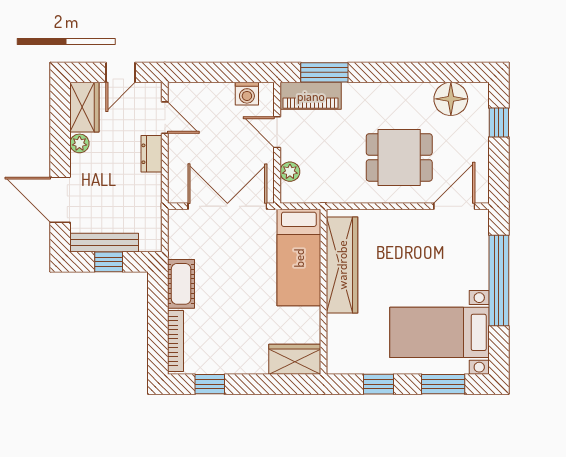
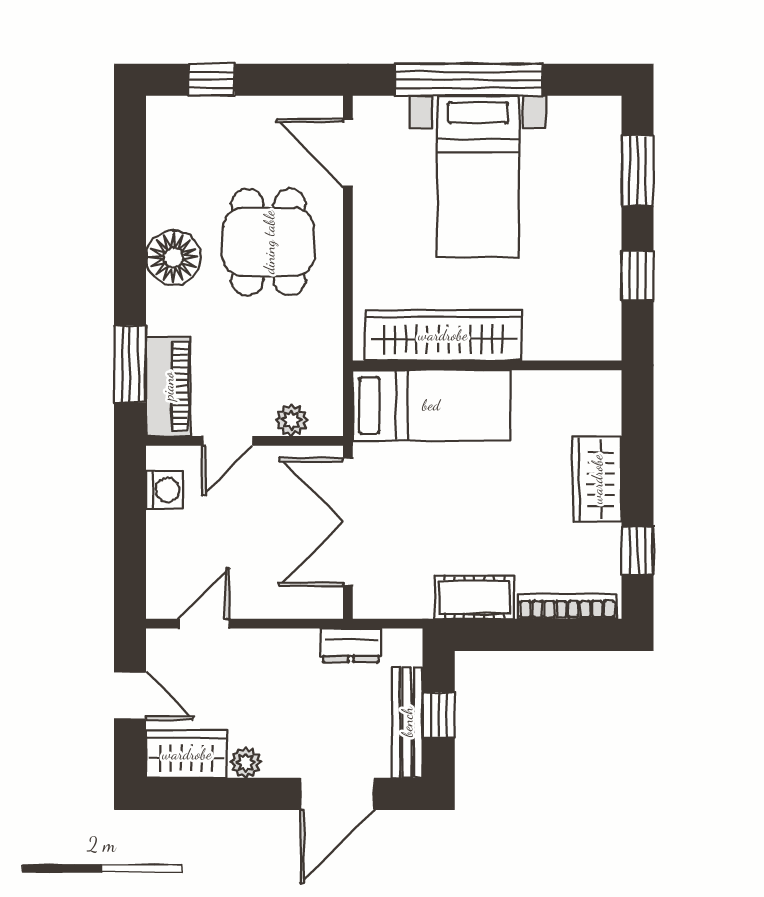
floor lamp: (451, 99) -> (173, 258), moved
dresser: (151, 154) -> (351, 645), moved
bed with nightstands: (440, 332) -> (478, 176), moved
wardrobe: (295, 359) -> (597, 479), moved

